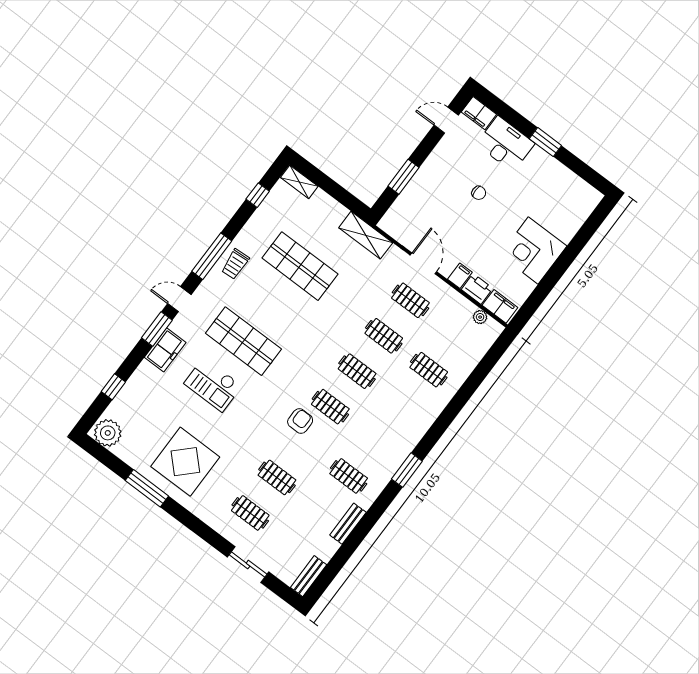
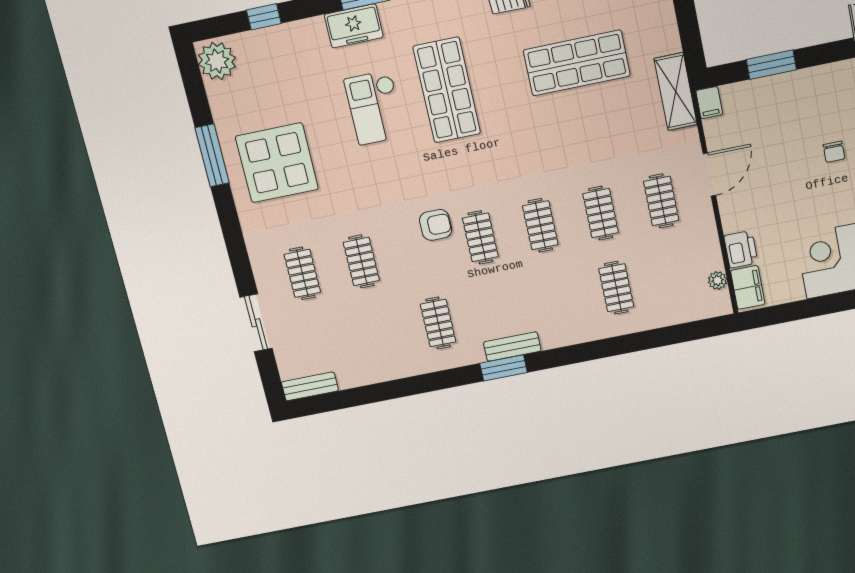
shop shelf: (300, 266) -> (577, 63), turned 90
filing cabinet: (460, 276) -> (709, 103), moved, turned 90
bench: (348, 524) -> (512, 347), moved

